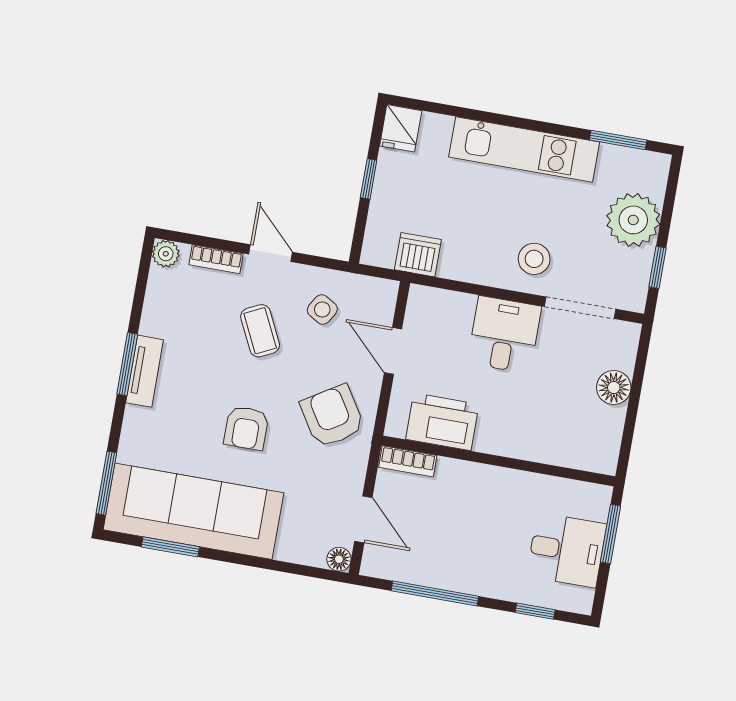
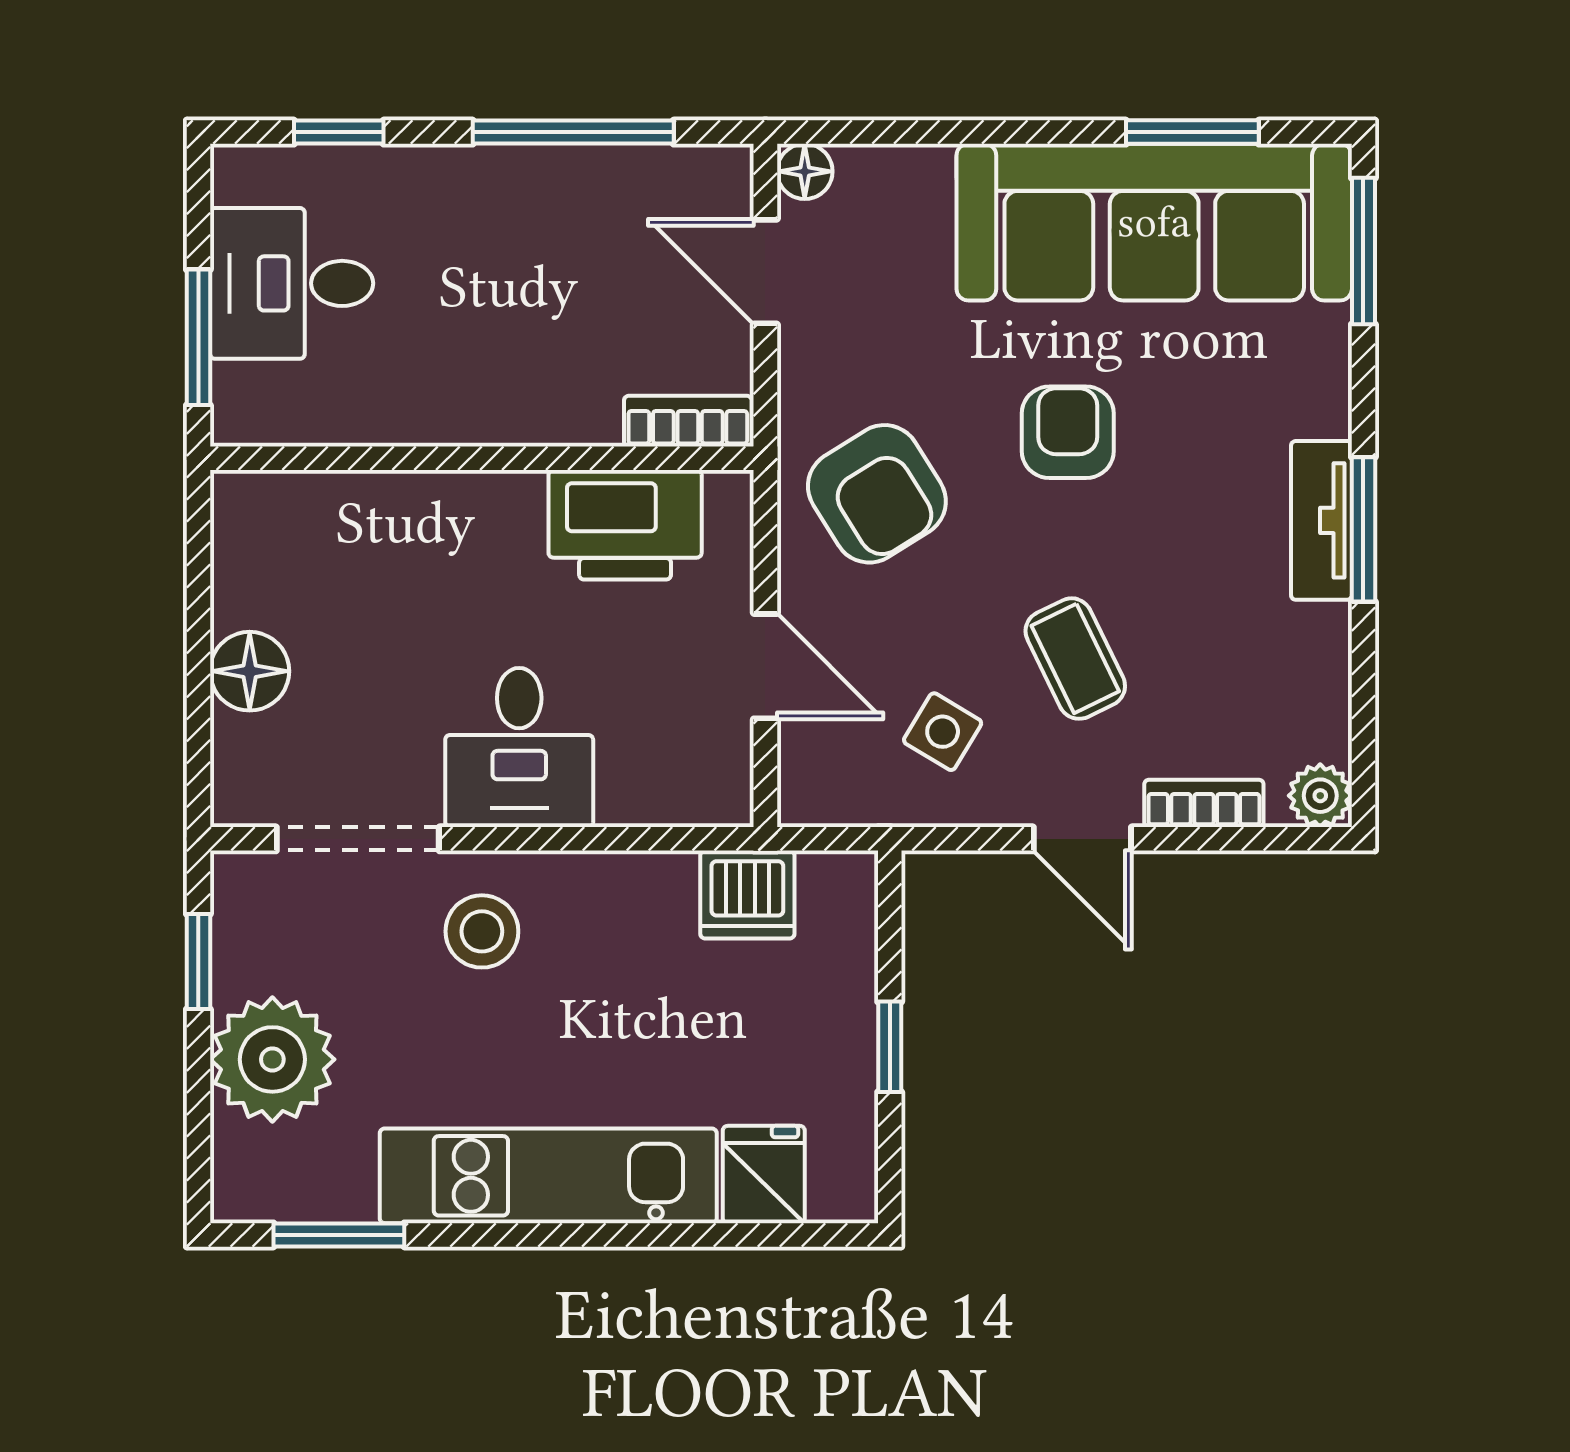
fridge: (401, 128) -> (764, 1174), moved

